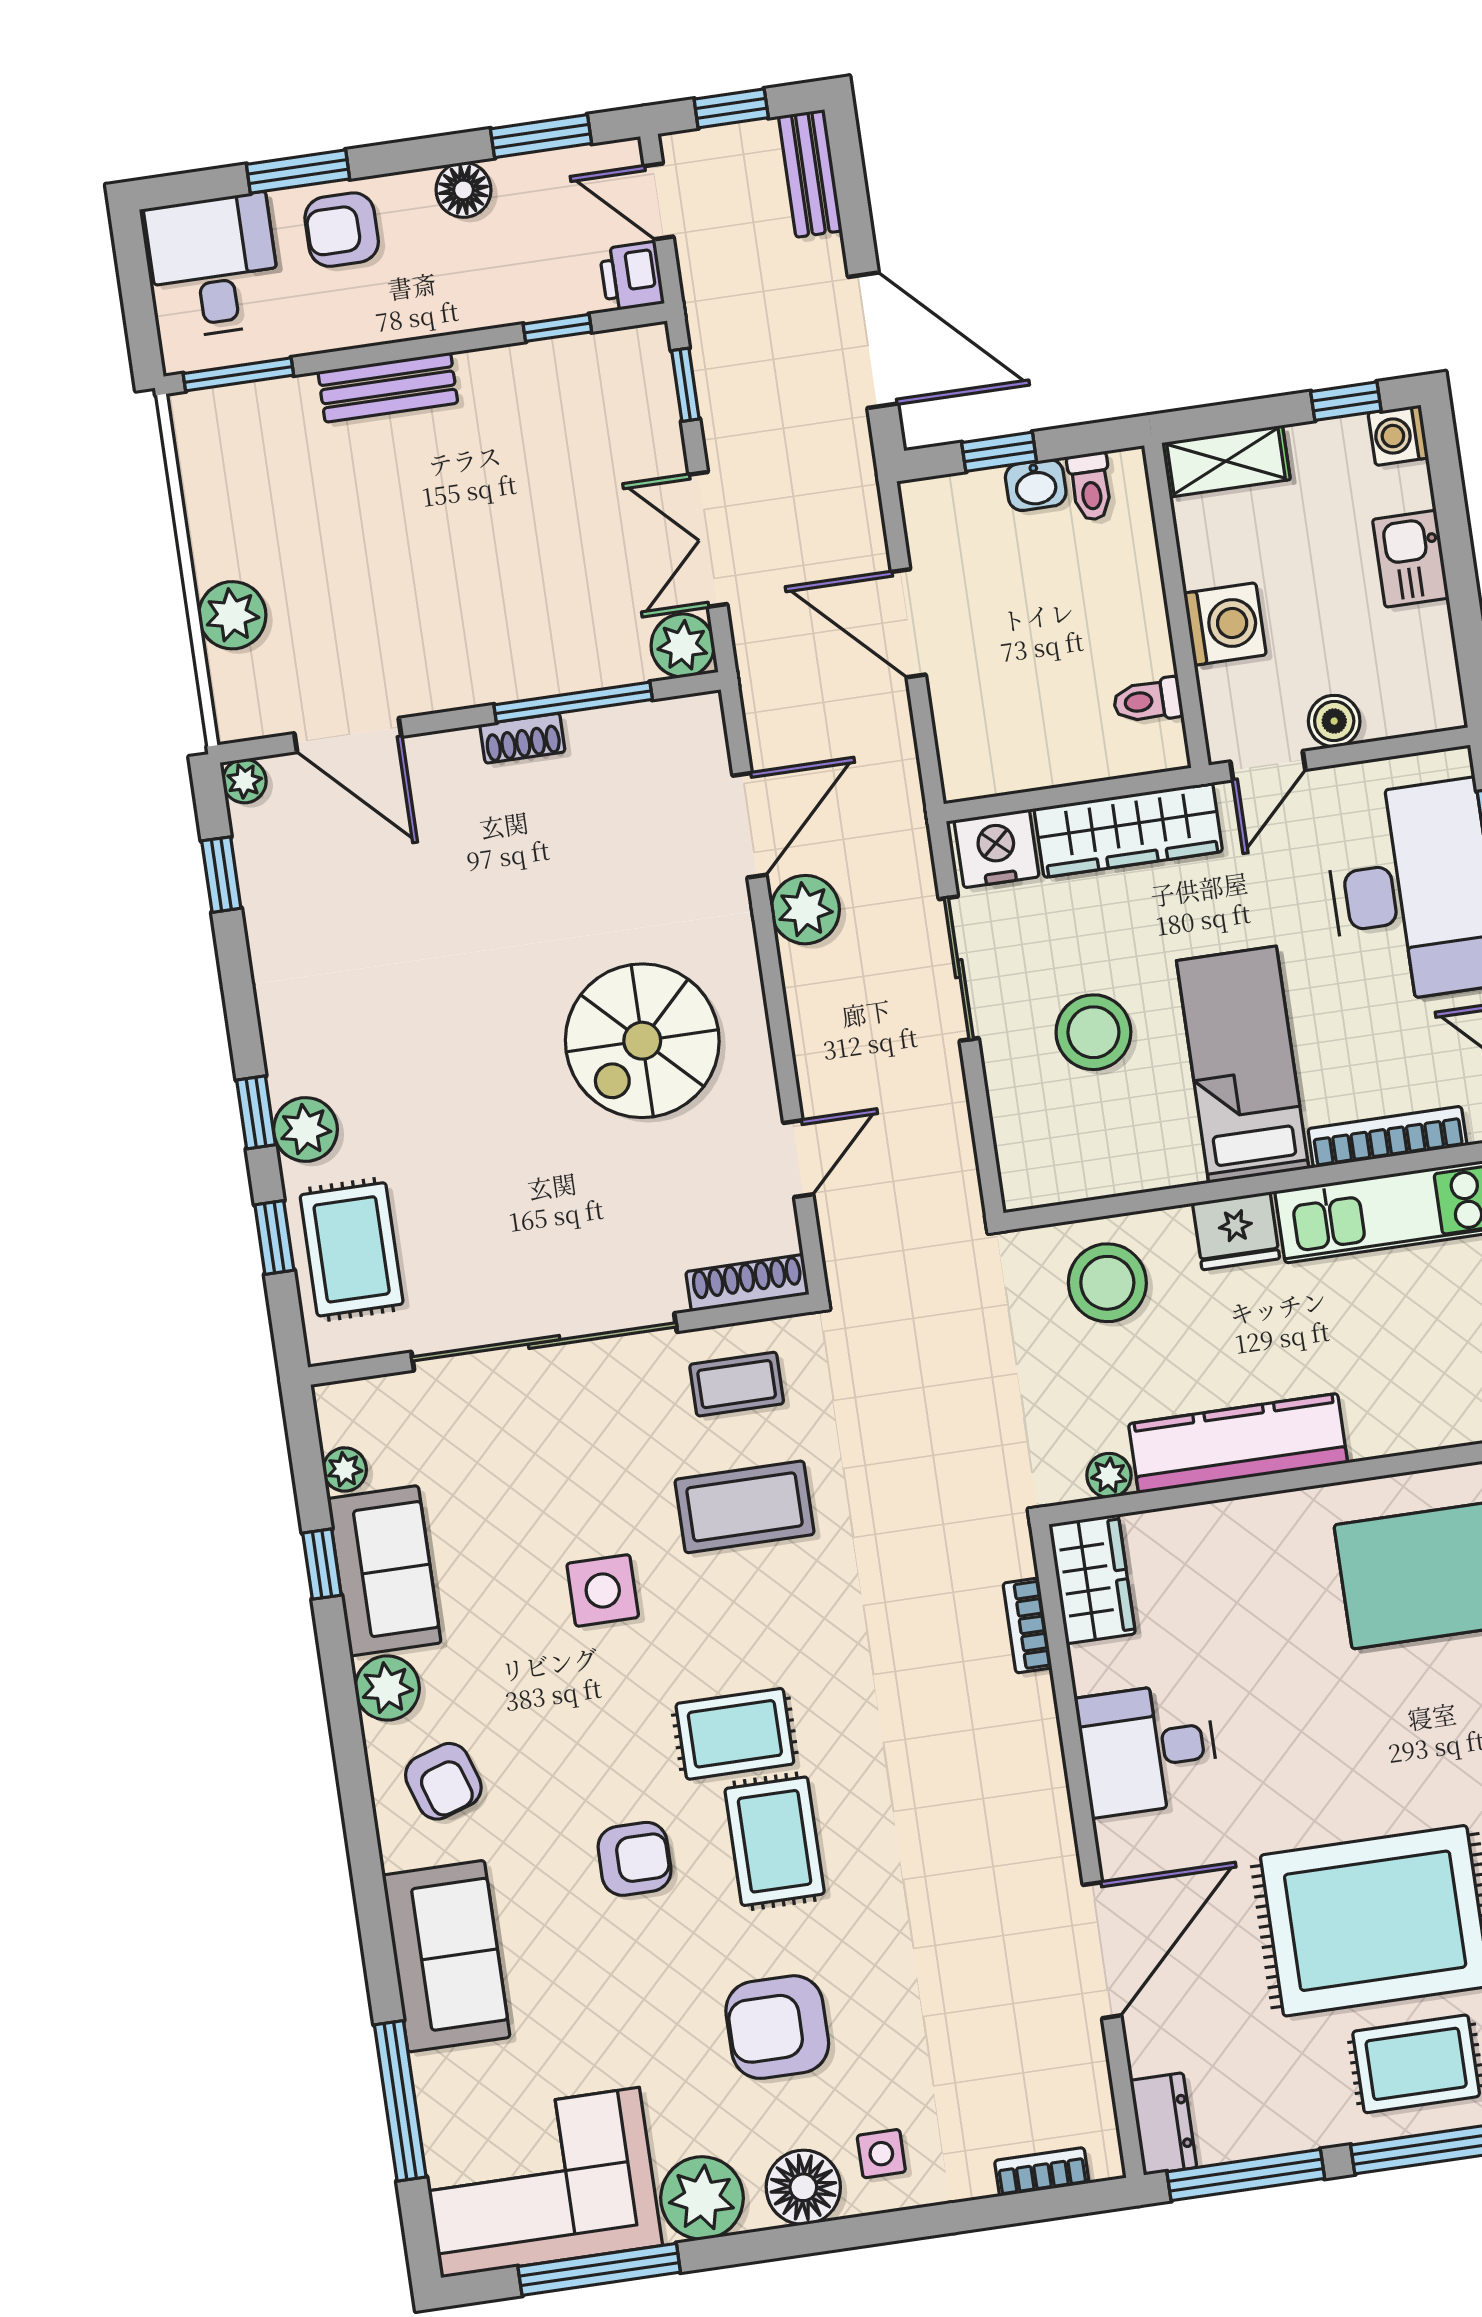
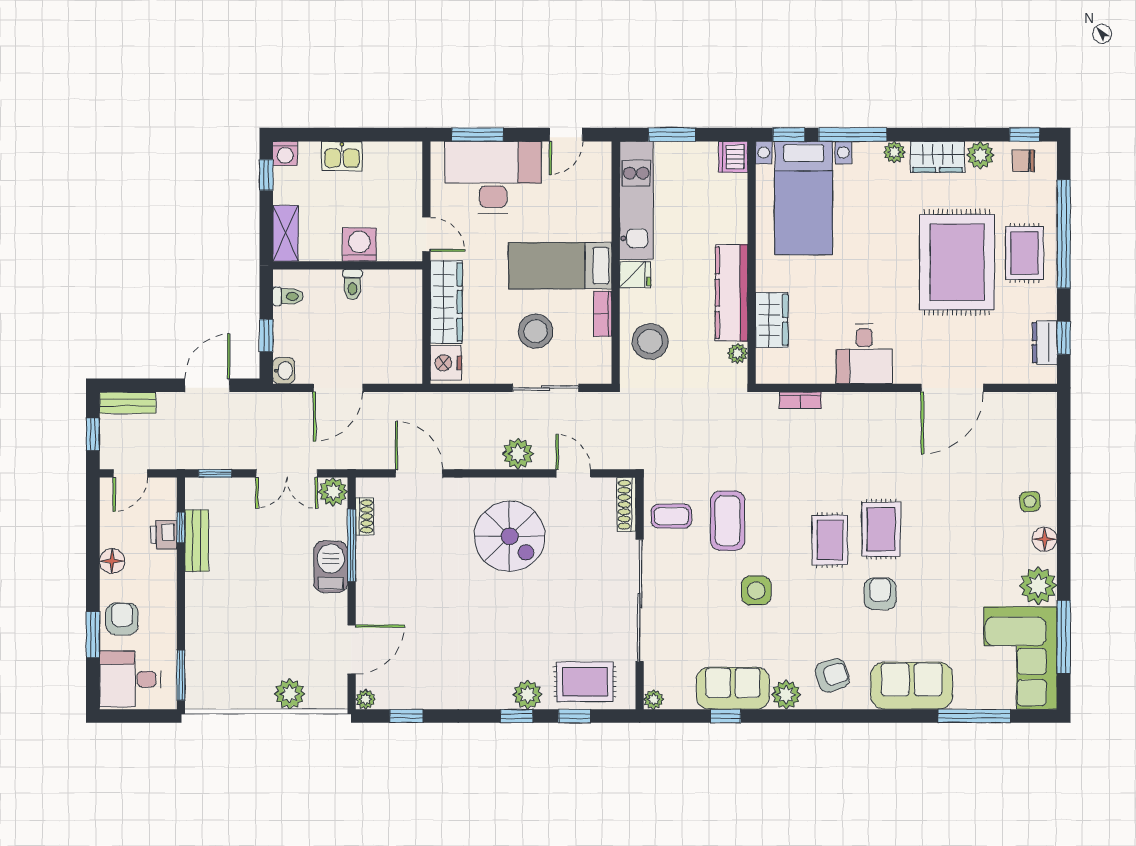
window: (541, 136) -> (93, 522), removed
armchair: (342, 230) -> (122, 619), turned 180
printer: (632, 276) -> (164, 535), moved, turned 90
door: (873, 340) -> (207, 385), width x0.73
bench: (388, 387) -> (197, 541), moved
washbasin: (1036, 485) -> (284, 371), moved
barbecue: (520, 664) -> (331, 567), added
toilet: (1148, 701) -> (353, 285), moved
boiler: (1334, 721) -> (410, 201), removed
shoe rack: (522, 738) -> (365, 516), moved
plant: (805, 910) -> (518, 454), moved
sliding door: (959, 969) -> (546, 388), moved
bookcase: (1387, 1137) -> (603, 314), moved, width x0.64
fridge: (1236, 1231) -> (635, 275), width x0.72
coffee table: (737, 1384) -> (671, 516), turned 90
plant: (345, 1469) -> (654, 699), moved
wardrobe: (1092, 1579) -> (772, 320), moved, turned 90
rug: (775, 1841) -> (881, 529), turned 90
door: (1102, 1950) -> (952, 388), swing flipped
armchair: (777, 2027) -> (966, 540), removed
dresser: (1163, 2124) -> (1045, 343), moved, turned -90
bookcase: (1042, 2172) -> (1049, 430), removed
window: (1246, 2175) -> (1064, 338), width x0.46
floor lamp: (803, 2187) -> (1045, 539), width x0.73, depth x0.73

